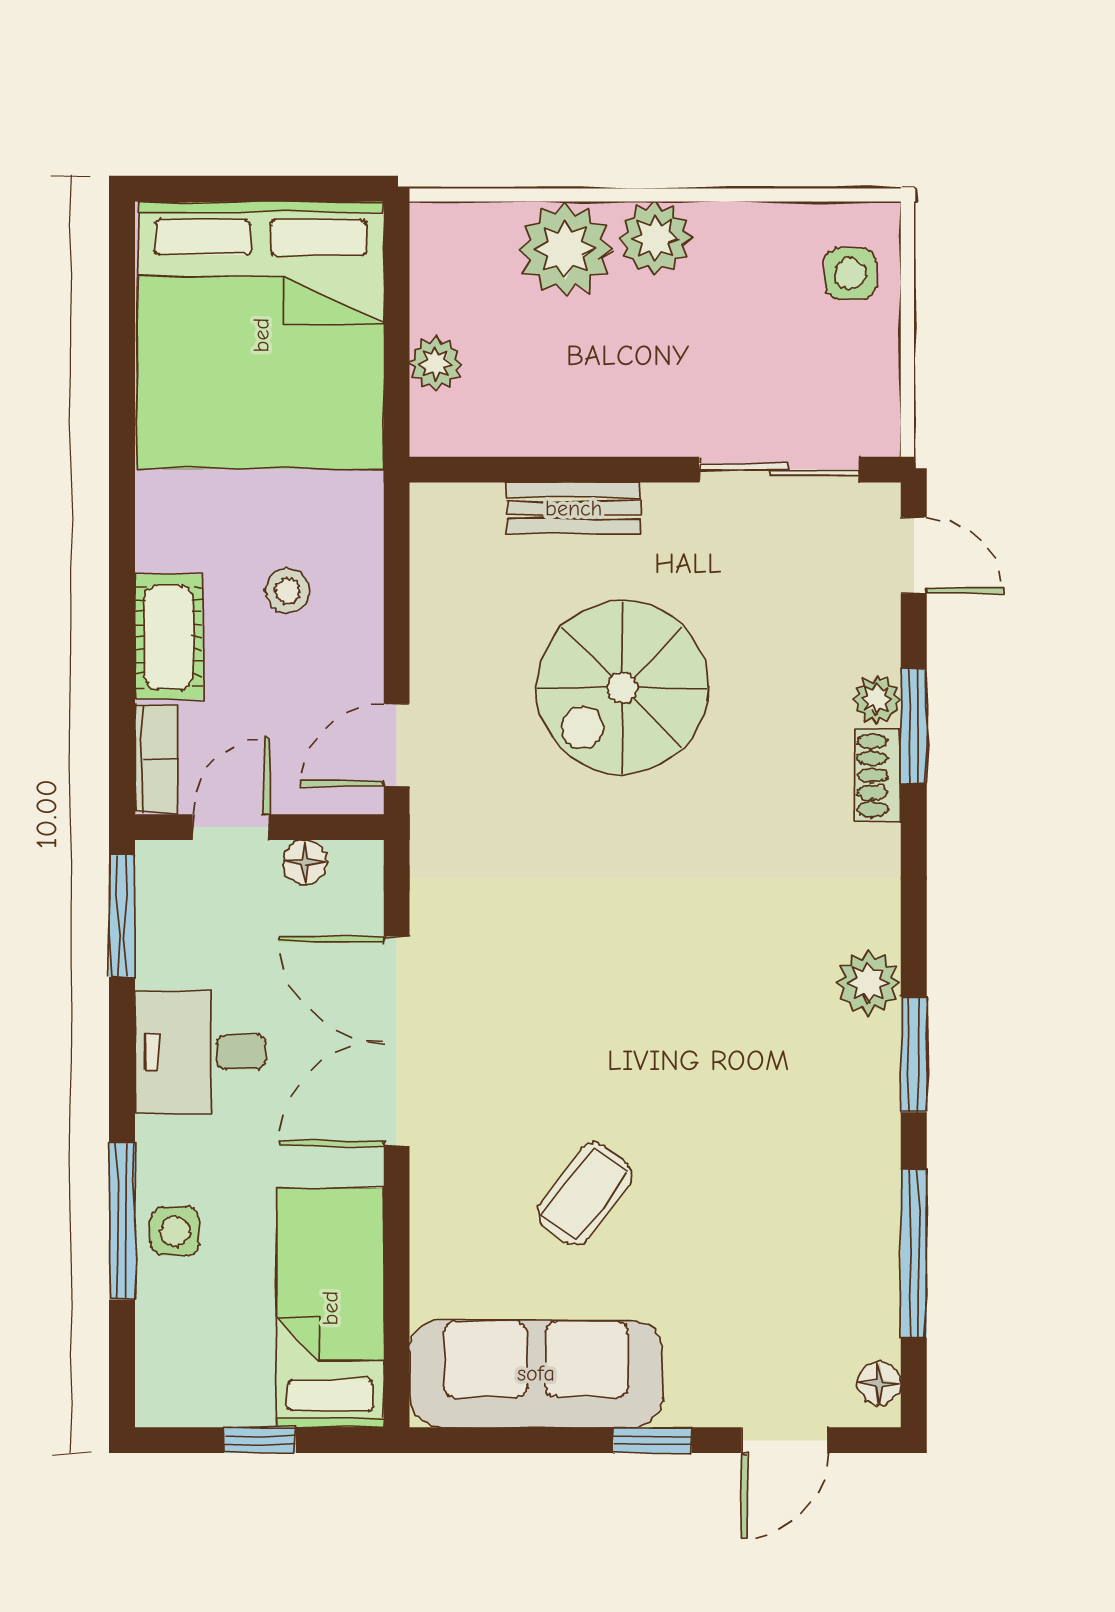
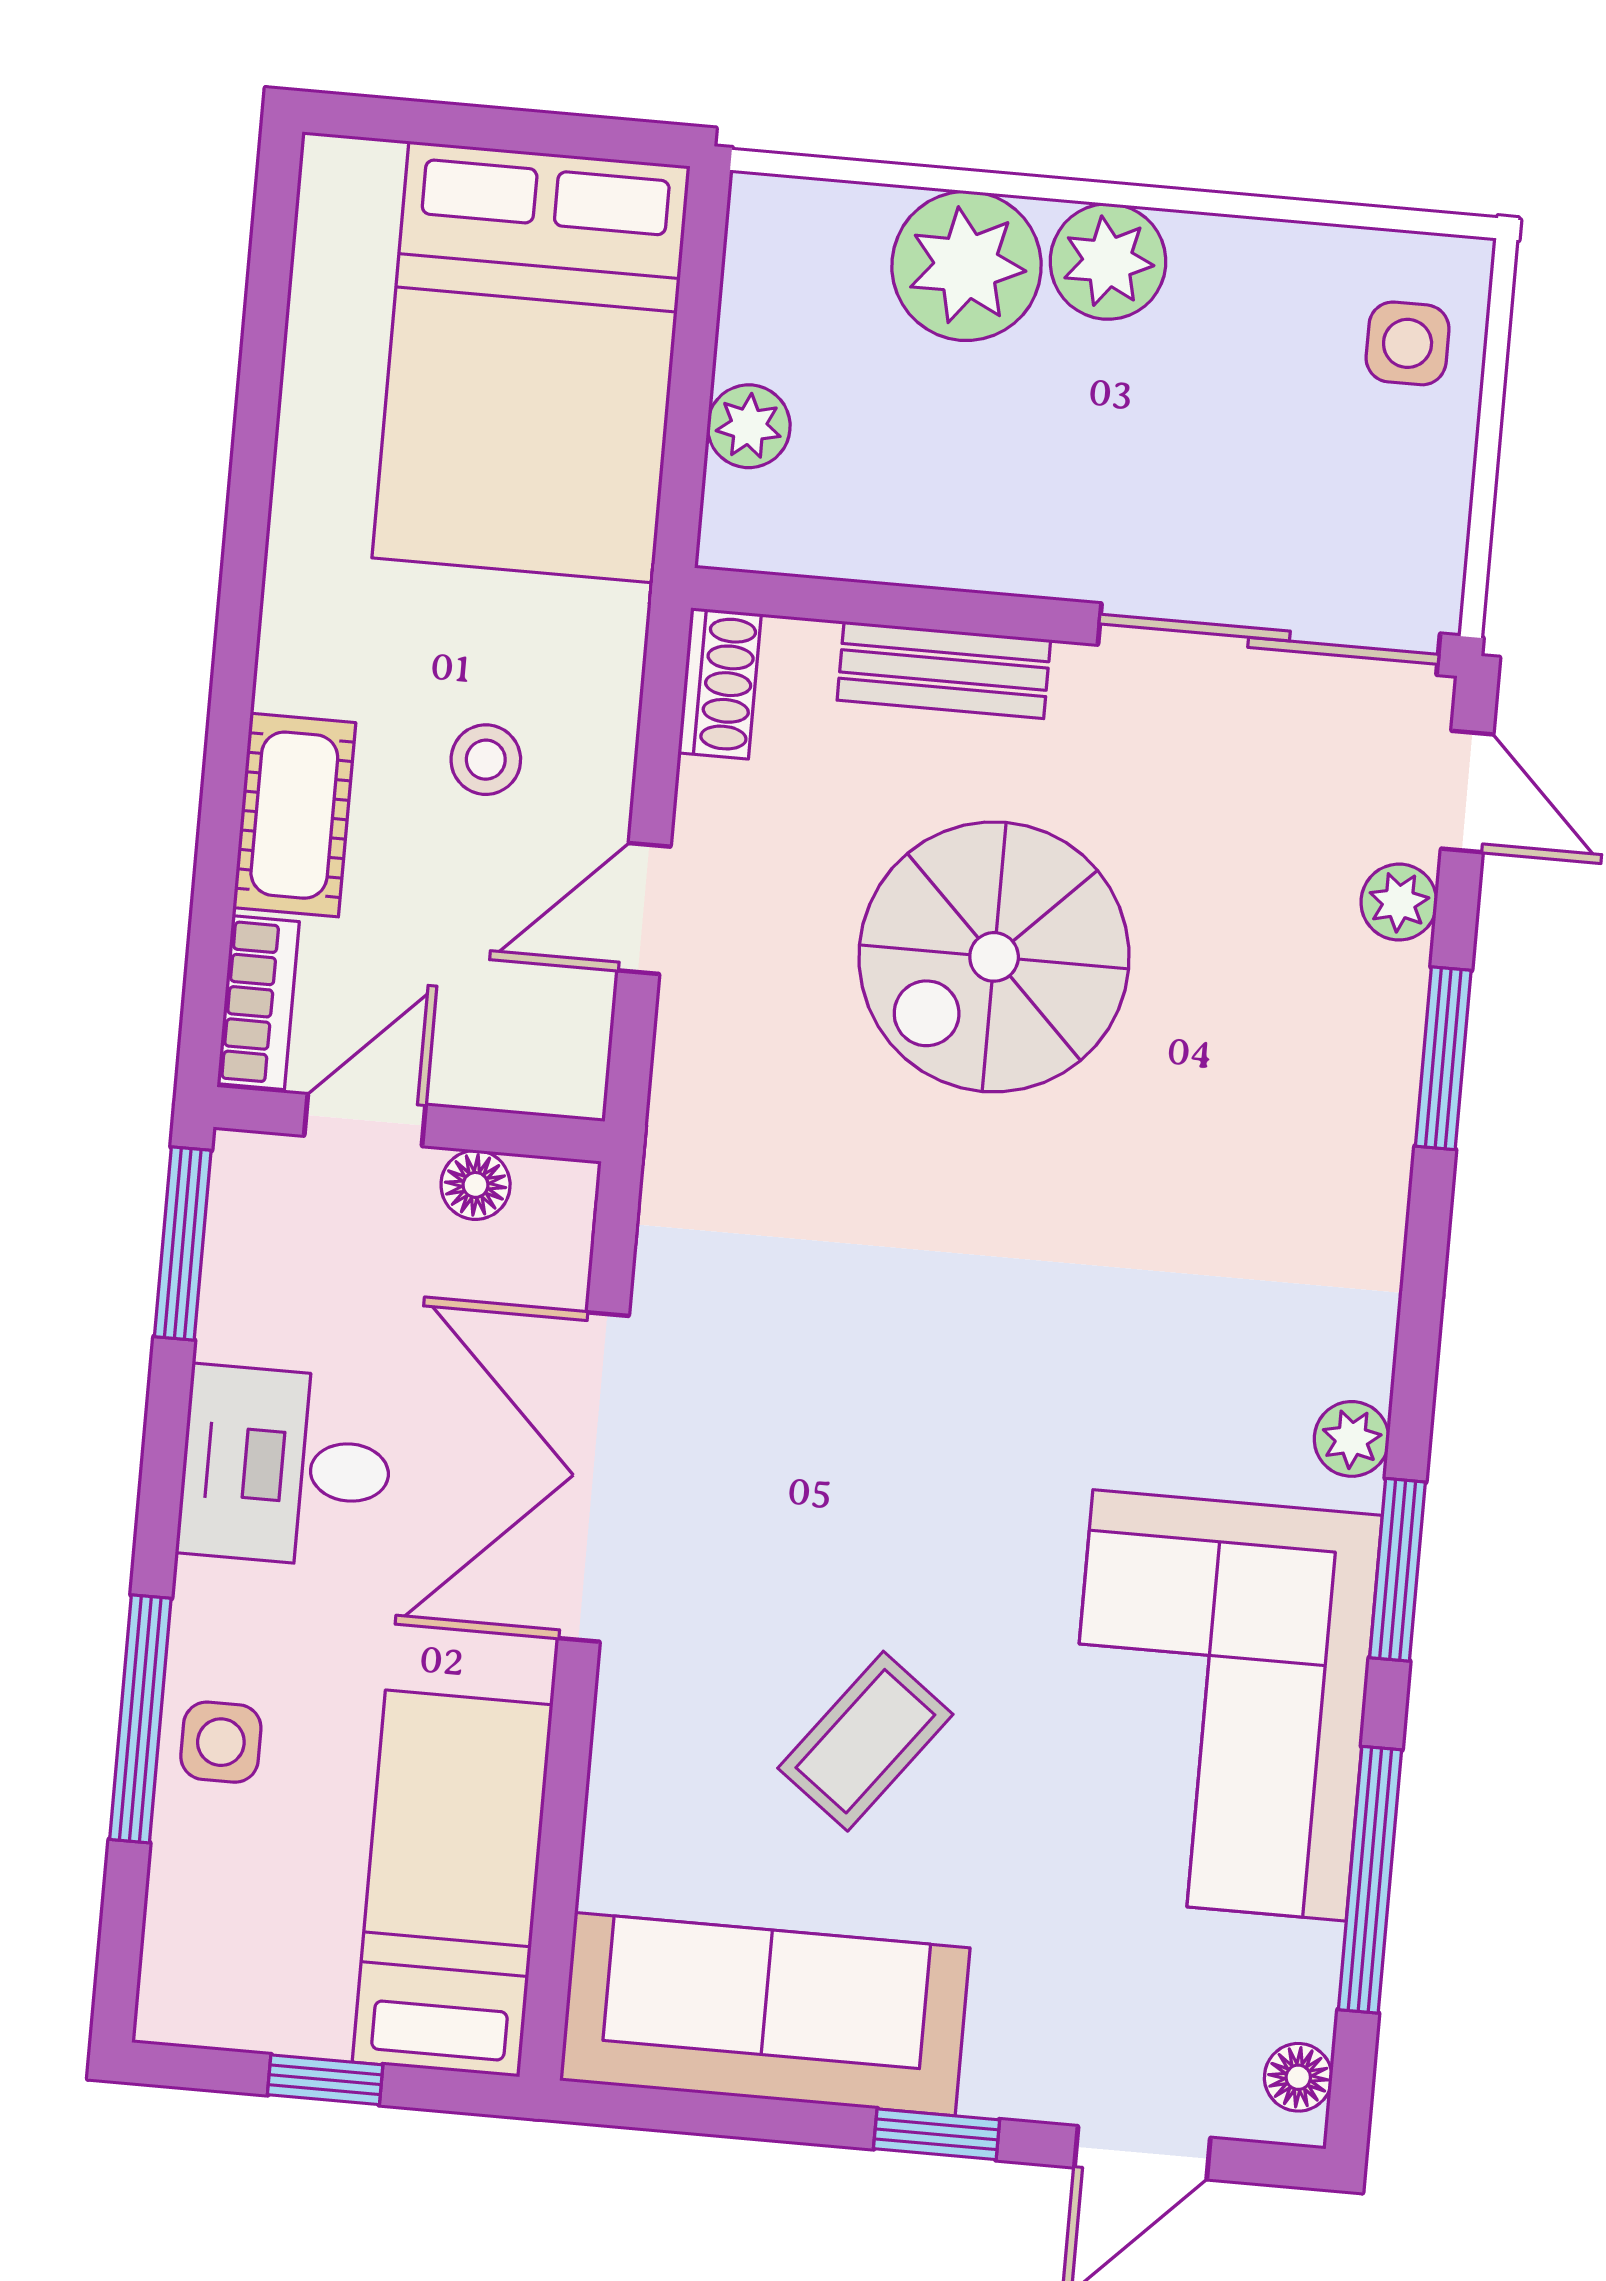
bed: (261, 335) -> (531, 362), width x0.73
sliding door: (779, 470) -> (1269, 639), width x1.37
plant: (877, 699) -> (1399, 902), moved
door: (397, 745) -> (644, 908), moved
shoe rack: (878, 775) -> (720, 683), moved, turned 180
plant: (868, 983) -> (1352, 1439), width x0.73, depth x0.73
corner sofa: (808, 1151) -> (1220, 1705), added

